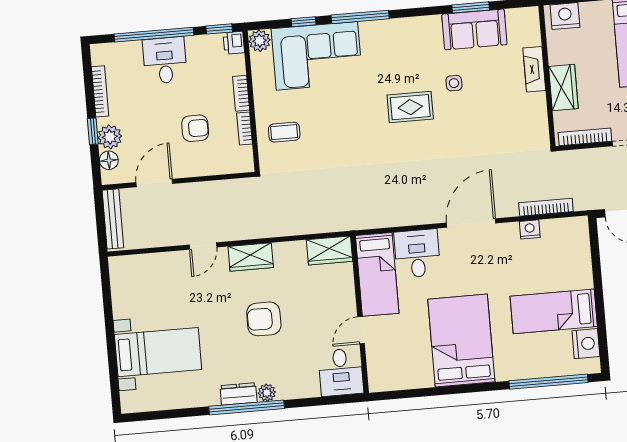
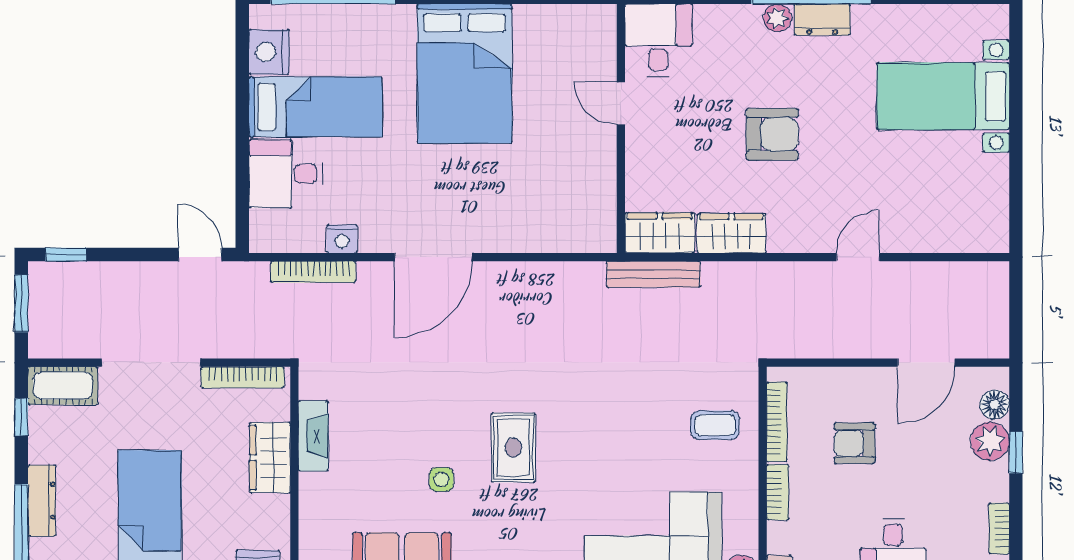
fireplace: (534, 69) -> (313, 436), moved
bookcase: (100, 91) -> (999, 528), width x0.64
rug: (410, 107) -> (513, 448), turned 90
bookcase: (245, 128) -> (777, 422), width x1.56
bench: (113, 219) -> (653, 274), moved, turned 90
desk: (417, 254) -> (286, 174), moved, turned 90
wardrobe: (251, 257) -> (731, 233), moved
bed: (377, 274) -> (588, 189), removed
door: (361, 330) -> (621, 103), swing flipped

